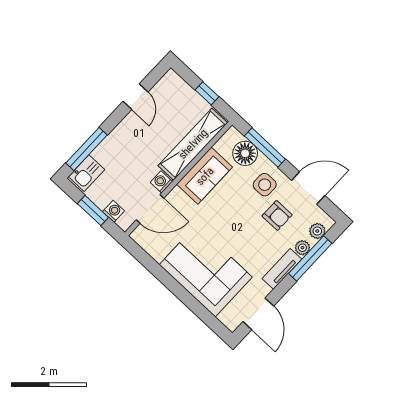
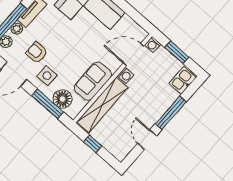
window: (87, 149) -> (171, 113), moved
washing machine: (114, 211) -> (153, 44), moved

